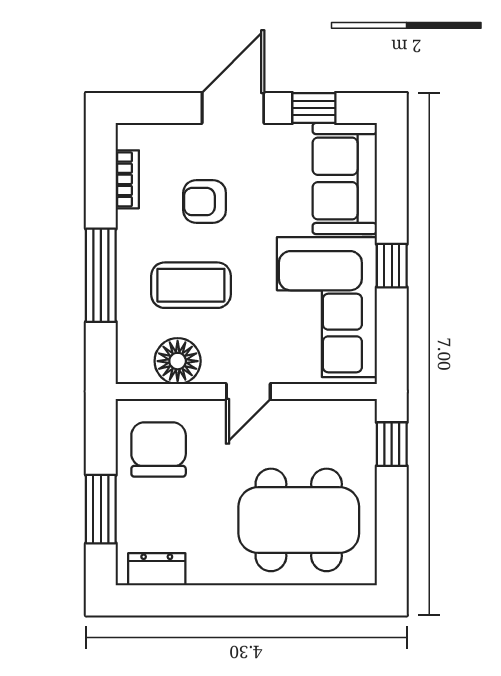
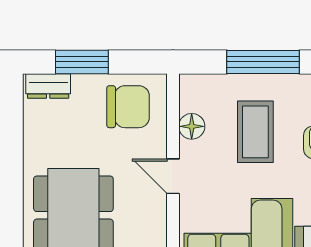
floor lamp: (178, 361) -> (192, 126), width x0.73, depth x0.73
dresser: (157, 569) -> (48, 86), moved, turned 90

